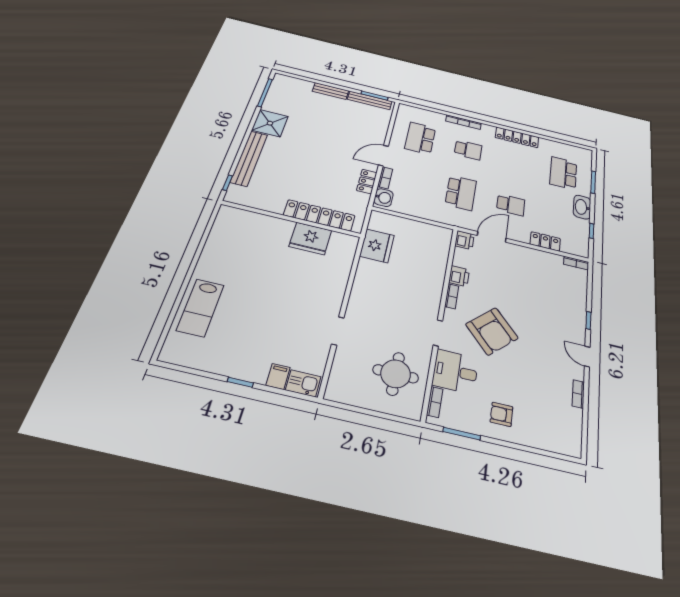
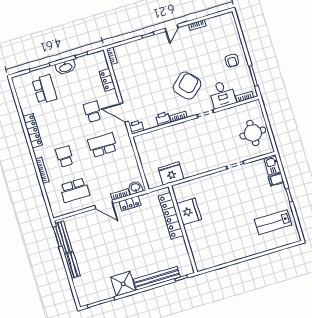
school desk: (563, 173) -> (44, 89), turned -90
lab bench: (200, 308) -> (273, 222), moved, turned 180
round table: (396, 374) -> (253, 133), moved

